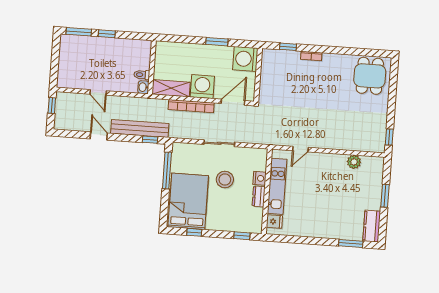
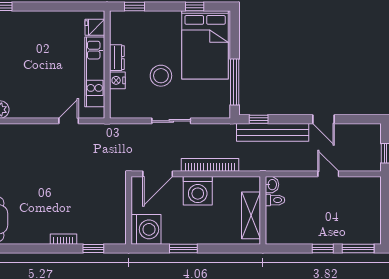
shelving: (171, 88) -> (251, 215), moved, turned 90

